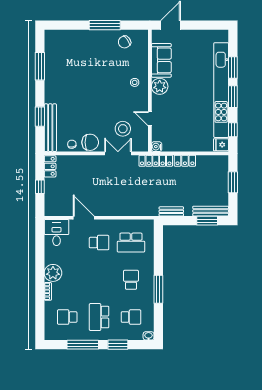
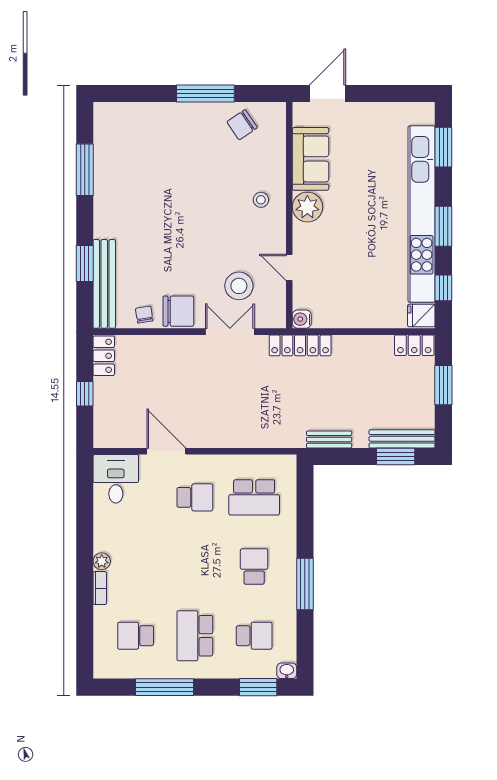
window: (233, 67) -> (443, 147), moved
locker: (185, 161) -> (414, 345), moved
plant: (53, 273) -> (102, 561), width x0.53, depth x0.53
window: (118, 345) -> (258, 687), moved

